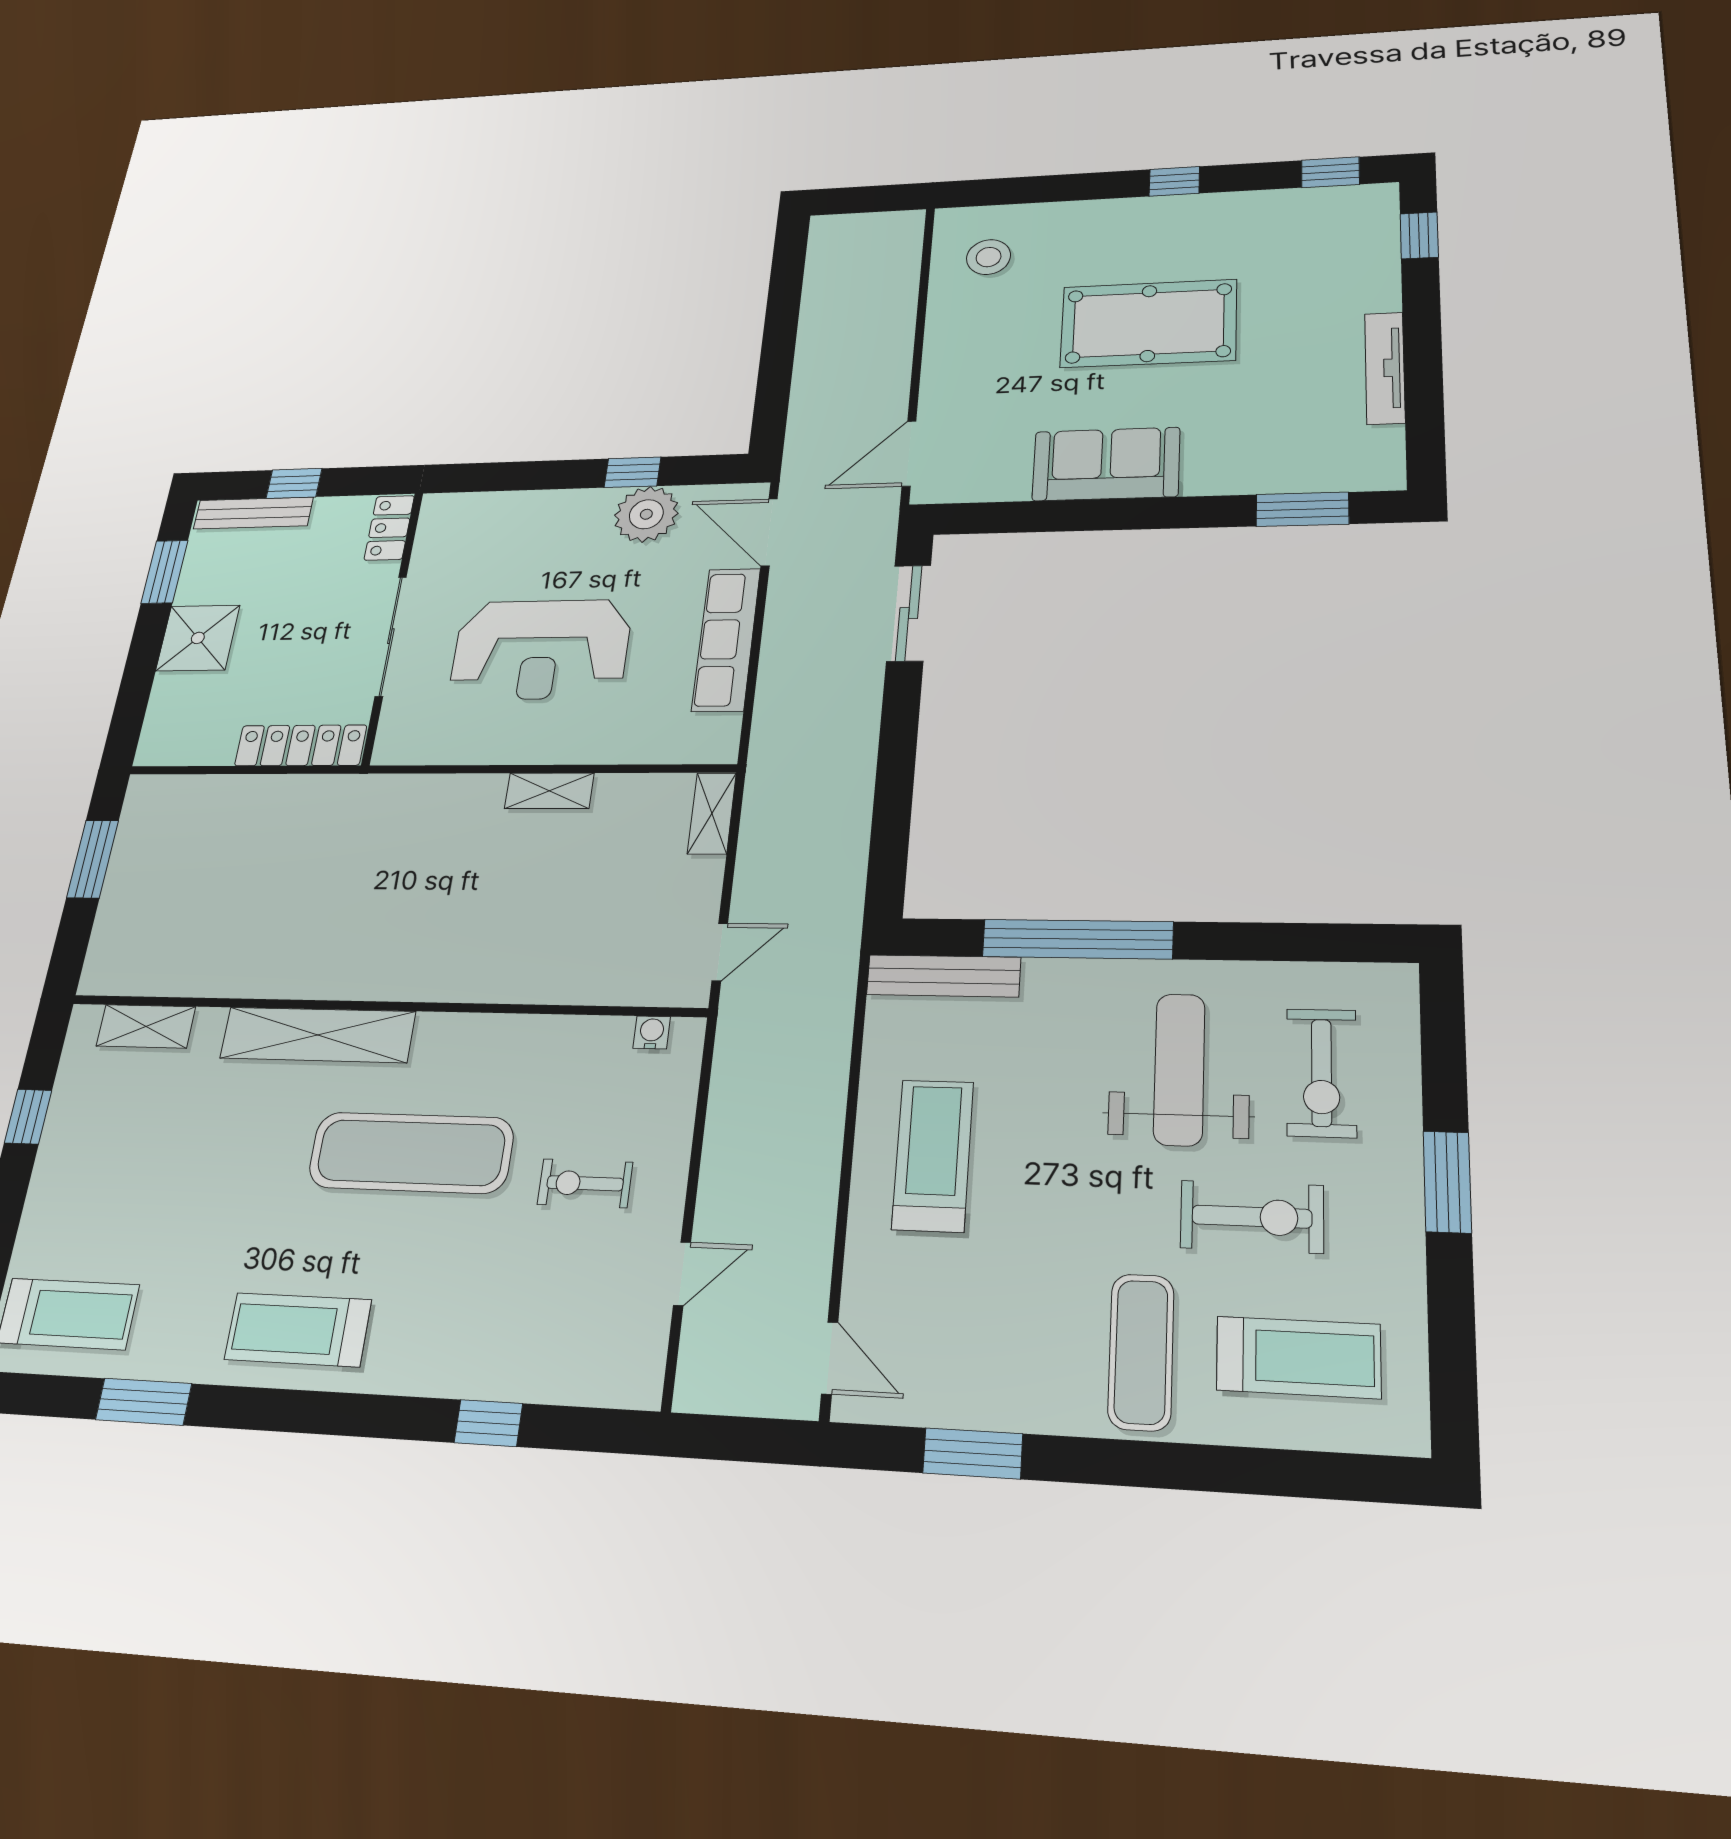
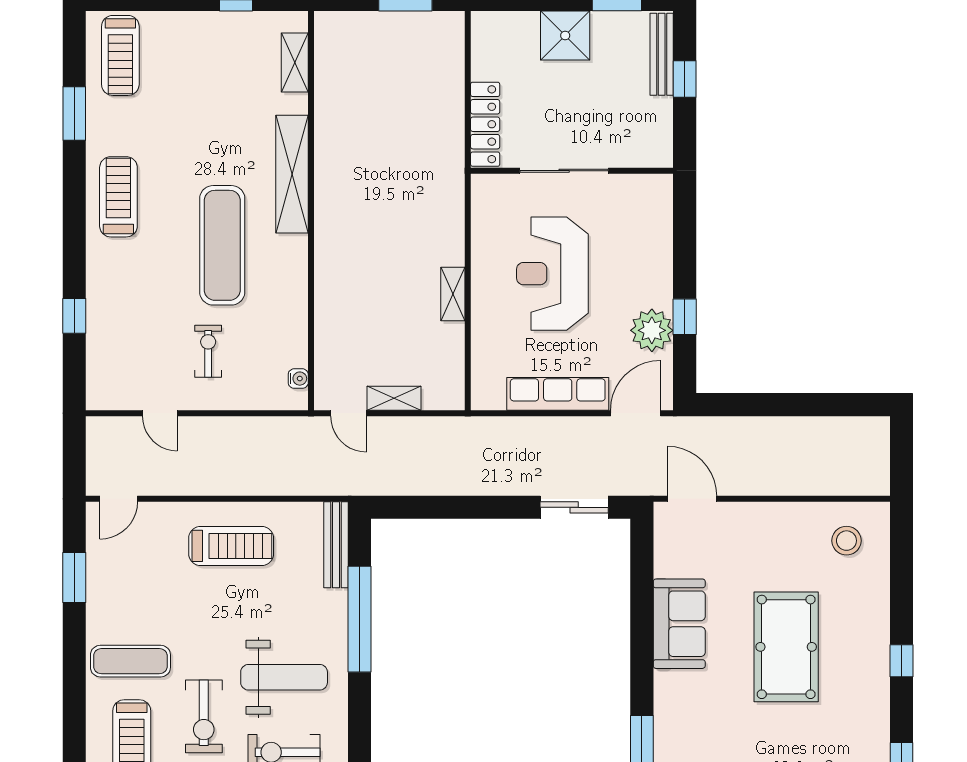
locker: (389, 528) -> (647, 155), removed
shelving: (712, 813) -> (394, 398), moved

